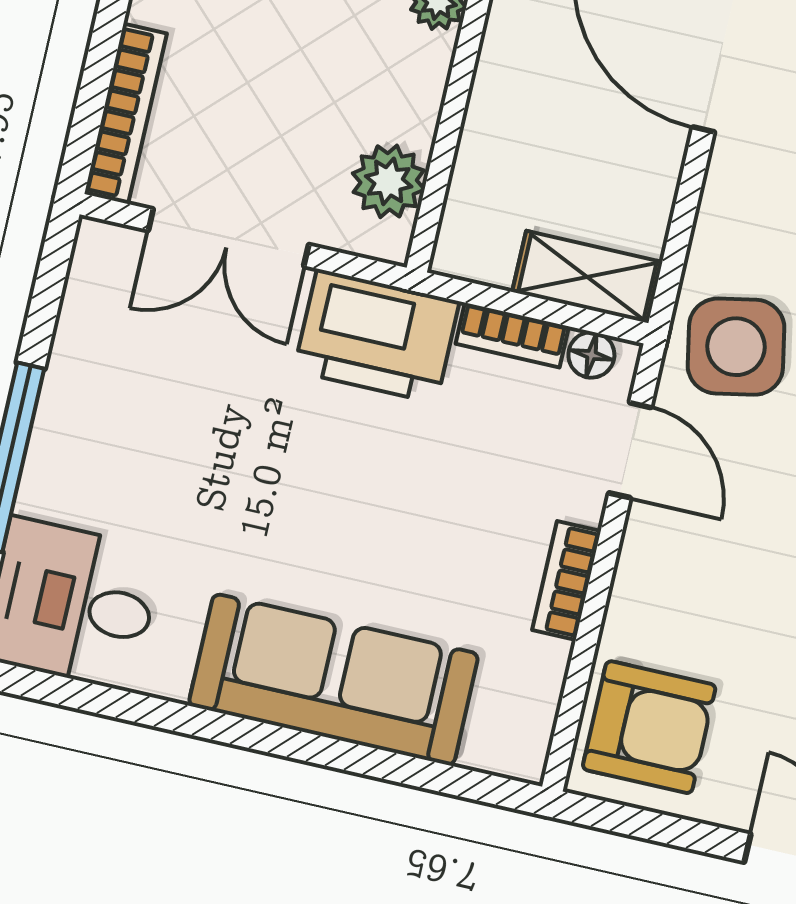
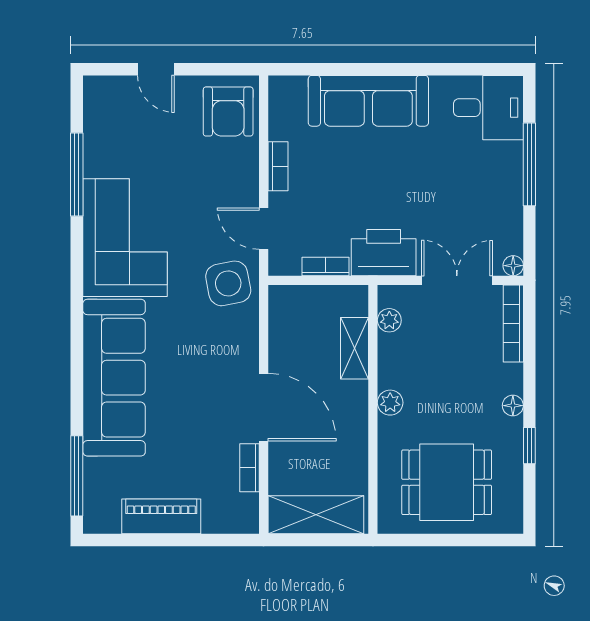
plant: (389, 181) -> (389, 320), width x0.73, depth x0.73
shelving: (587, 277) -> (354, 348), moved, turned 90
floor lamp: (591, 355) -> (513, 266), moved
armchair: (649, 727) -> (228, 111), turned -90

